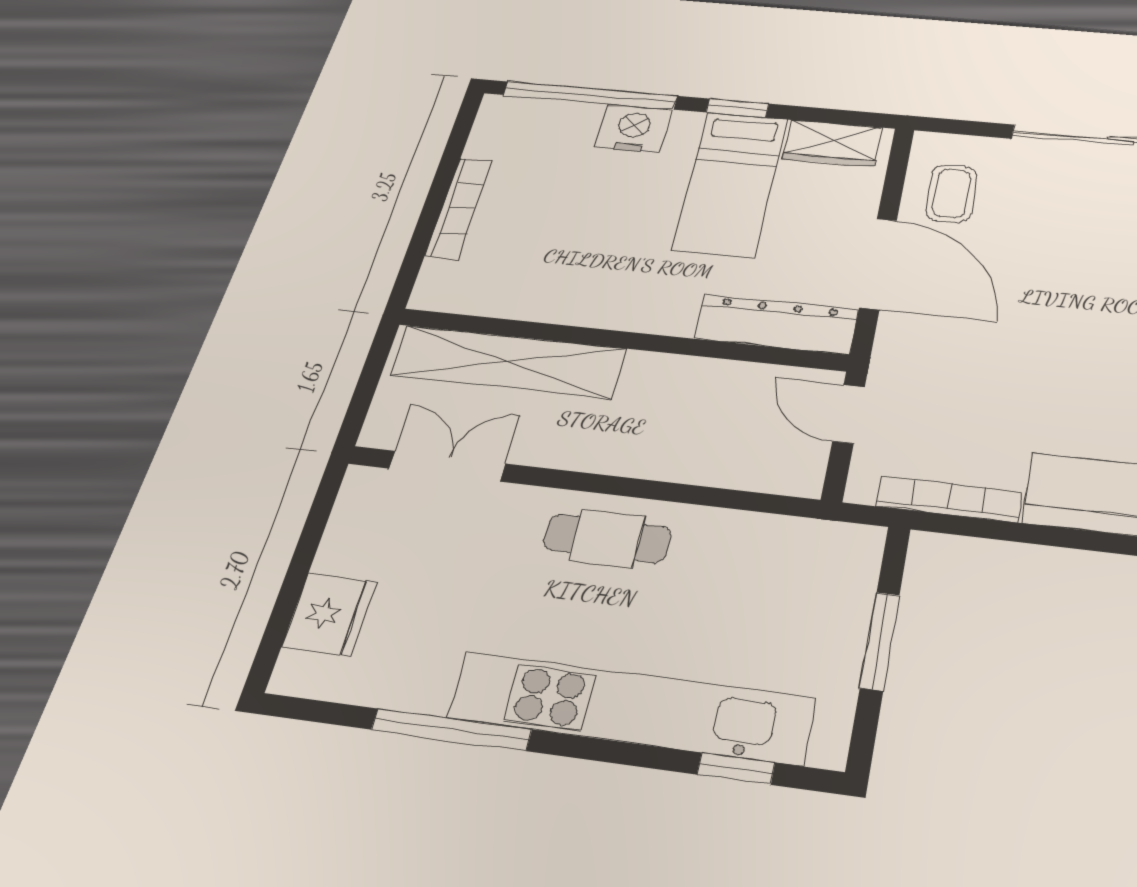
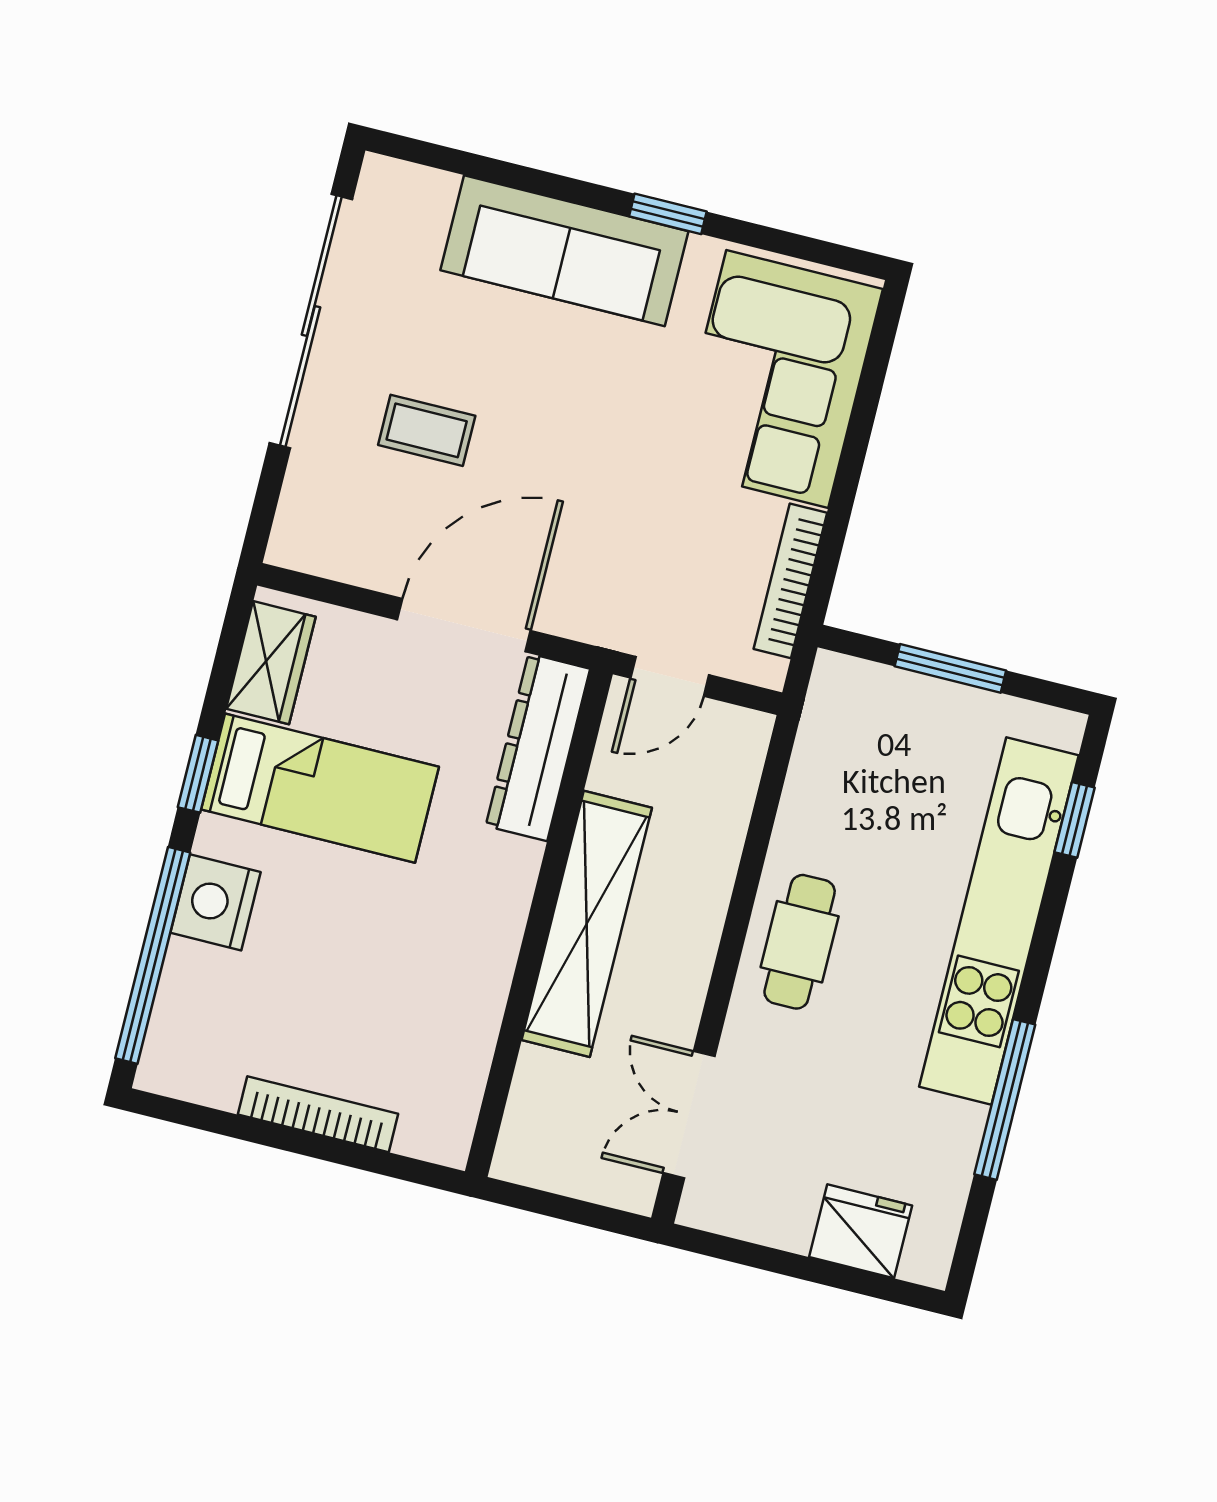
coffee table: (951, 193) -> (427, 430), moved
shelving: (508, 362) -> (587, 924), moved

